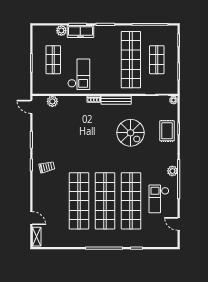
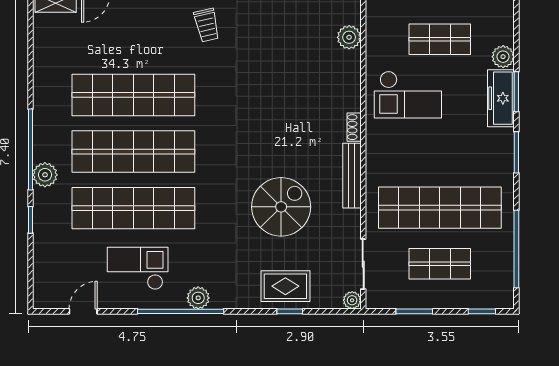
spiral stairs: (130, 133) -> (281, 207), turned 180
plant: (116, 242) -> (45, 175), added

